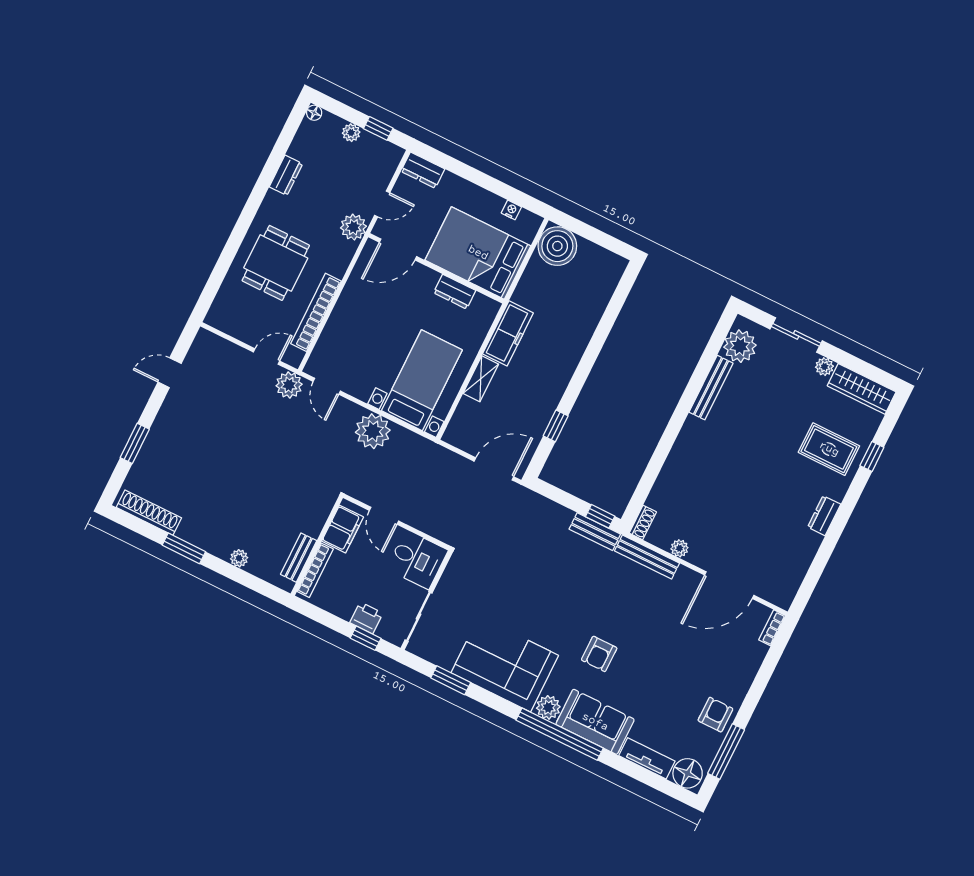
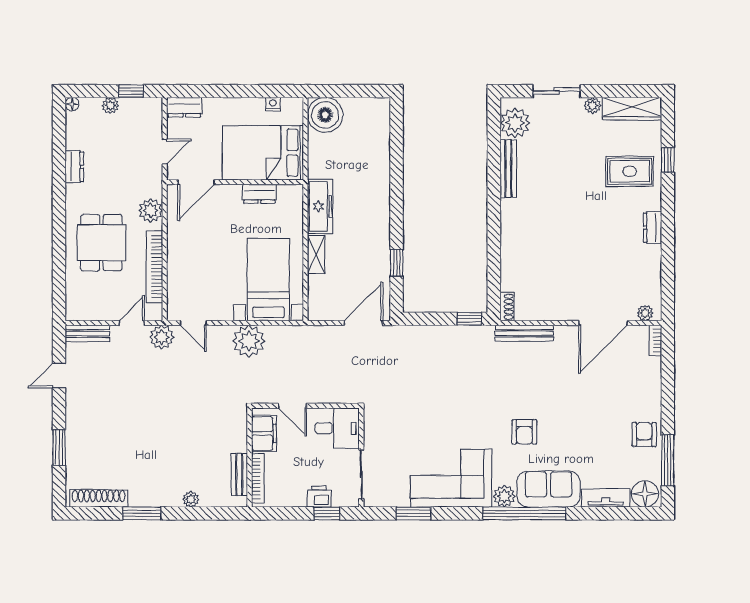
plant: (353, 227) -> (151, 210), moved
bench: (595, 532) -> (87, 333), moved
plant: (679, 548) -> (645, 313), moved

